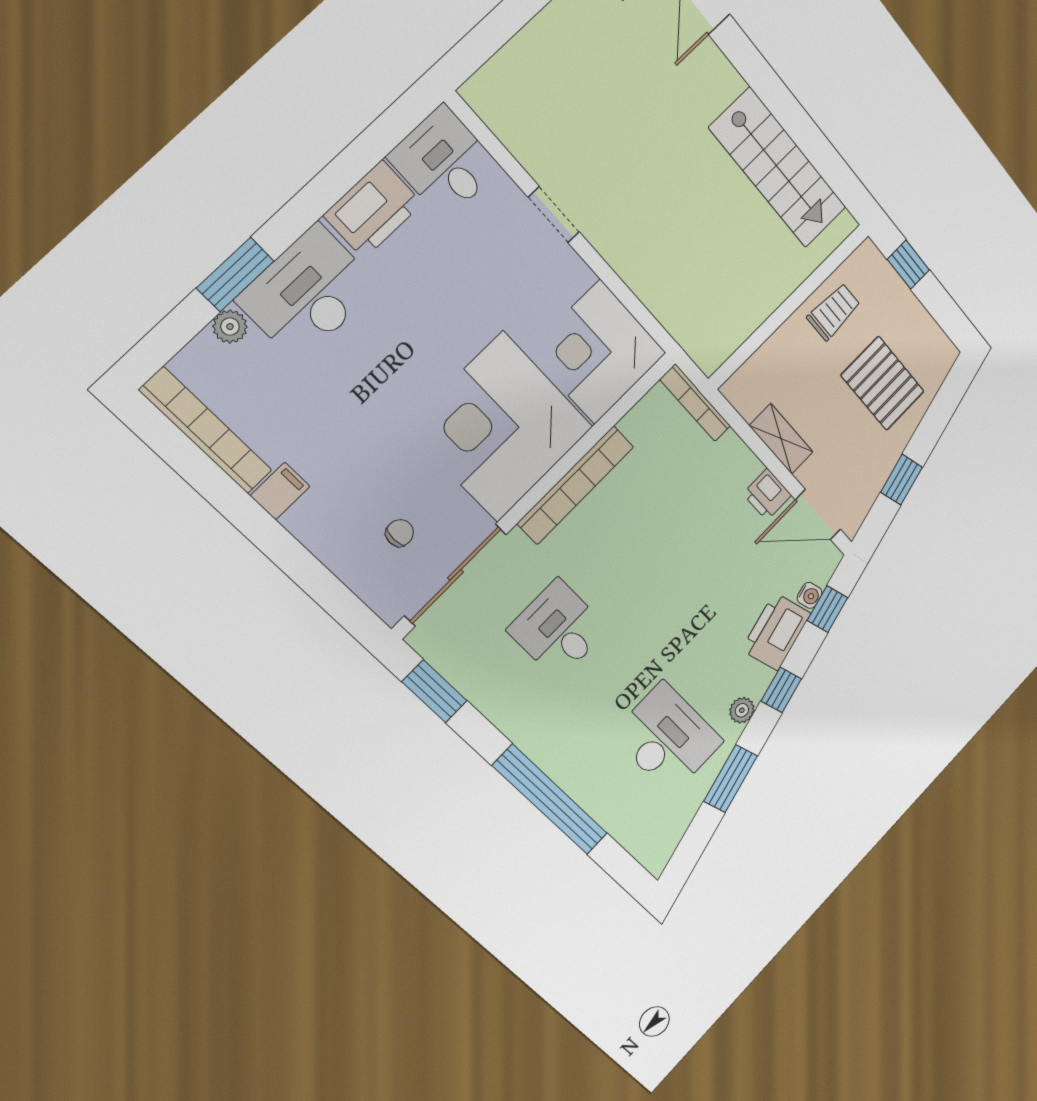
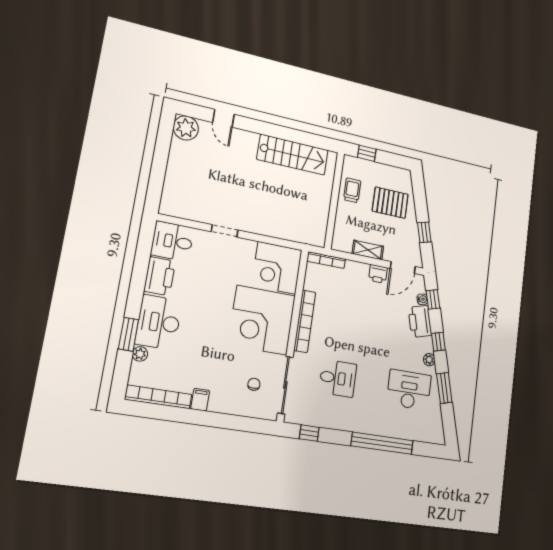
desk: (558, 629) -> (338, 378), turned 180
window: (435, 691) -> (309, 433), width x0.67

